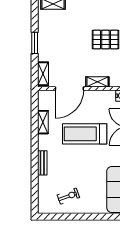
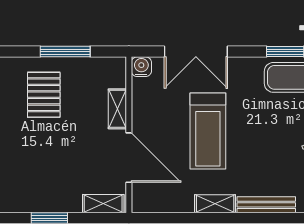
shelving: (43, 122) -> (215, 204), moved
bench: (42, 163) -> (266, 205), width x1.36

